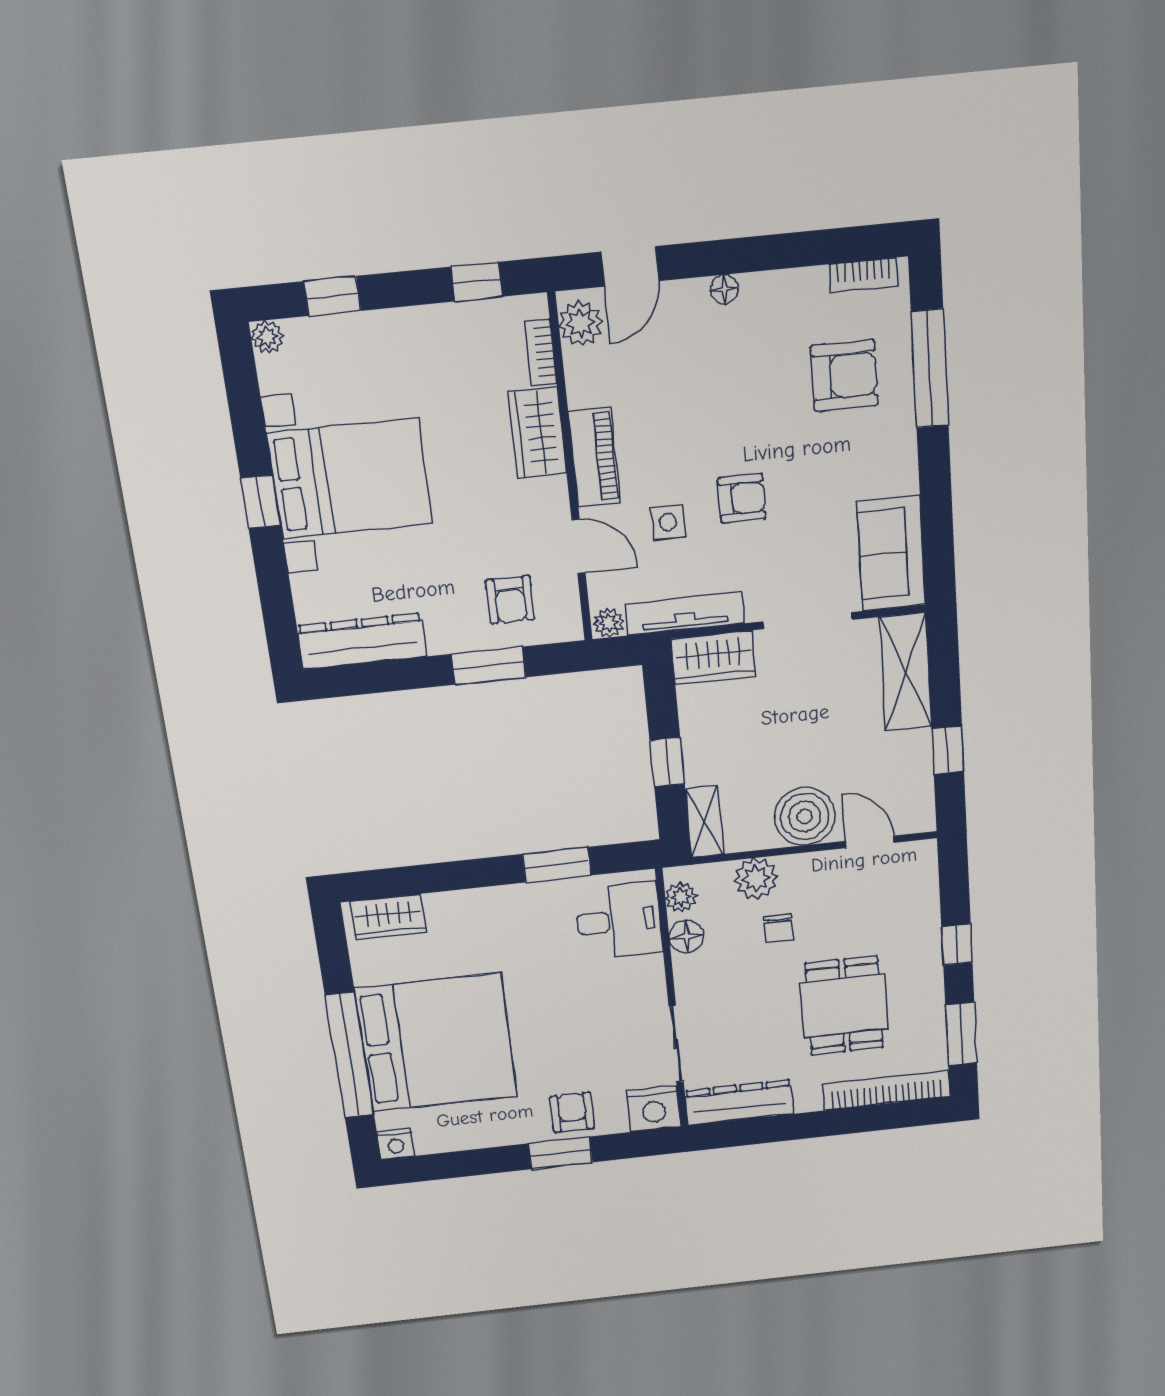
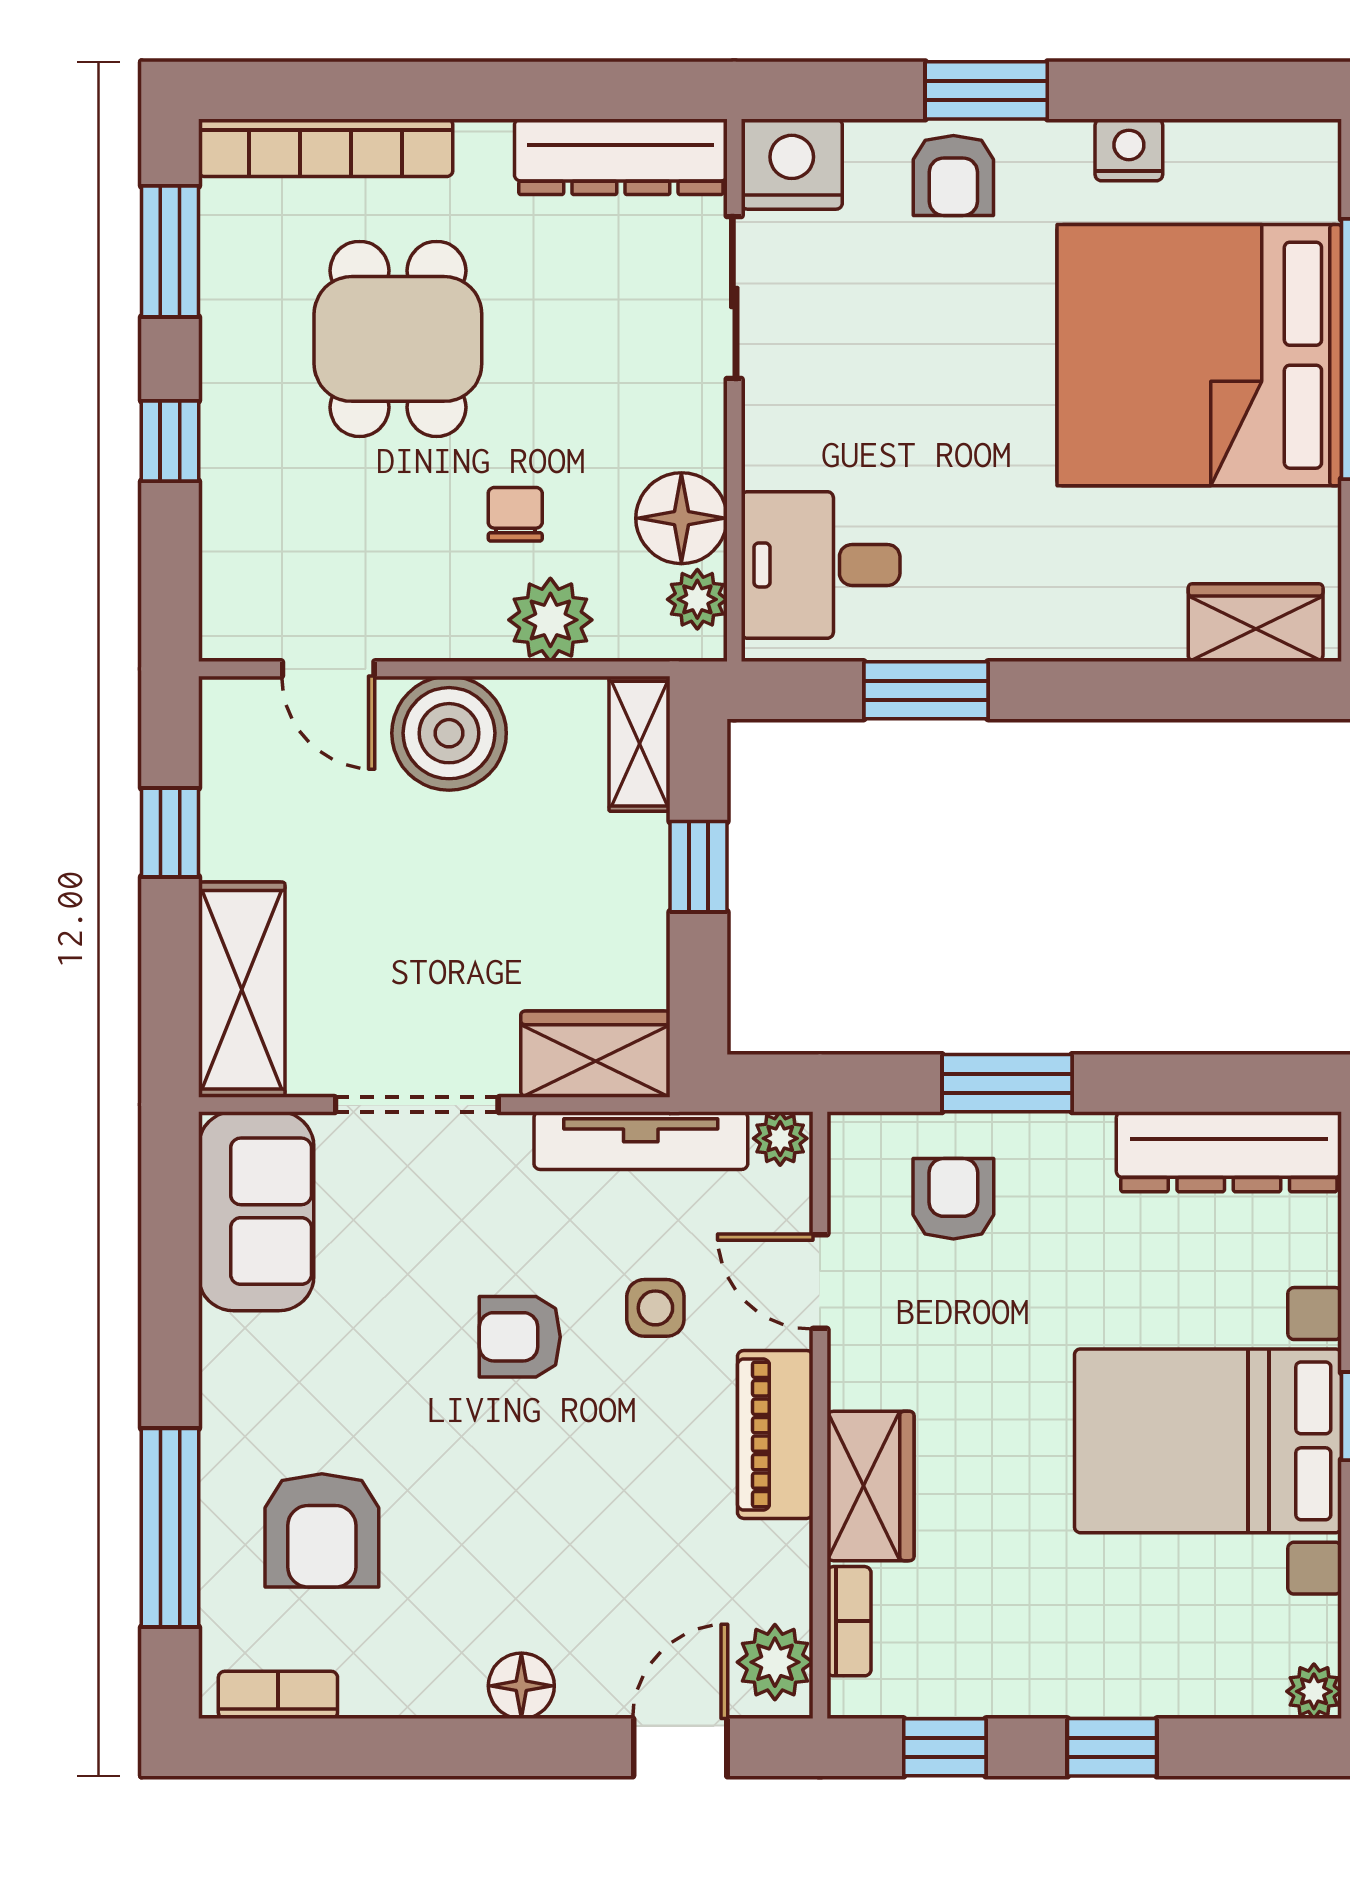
floor lamp: (724, 289) -> (521, 1686), width x1.37, depth x1.37
window: (332, 296) -> (1112, 1747), moved
armchair: (844, 376) -> (322, 1530), turned -90
floor lamp: (686, 937) -> (681, 518), width x1.38, depth x1.38
nightstand: (396, 1144) -> (1129, 150), moved

